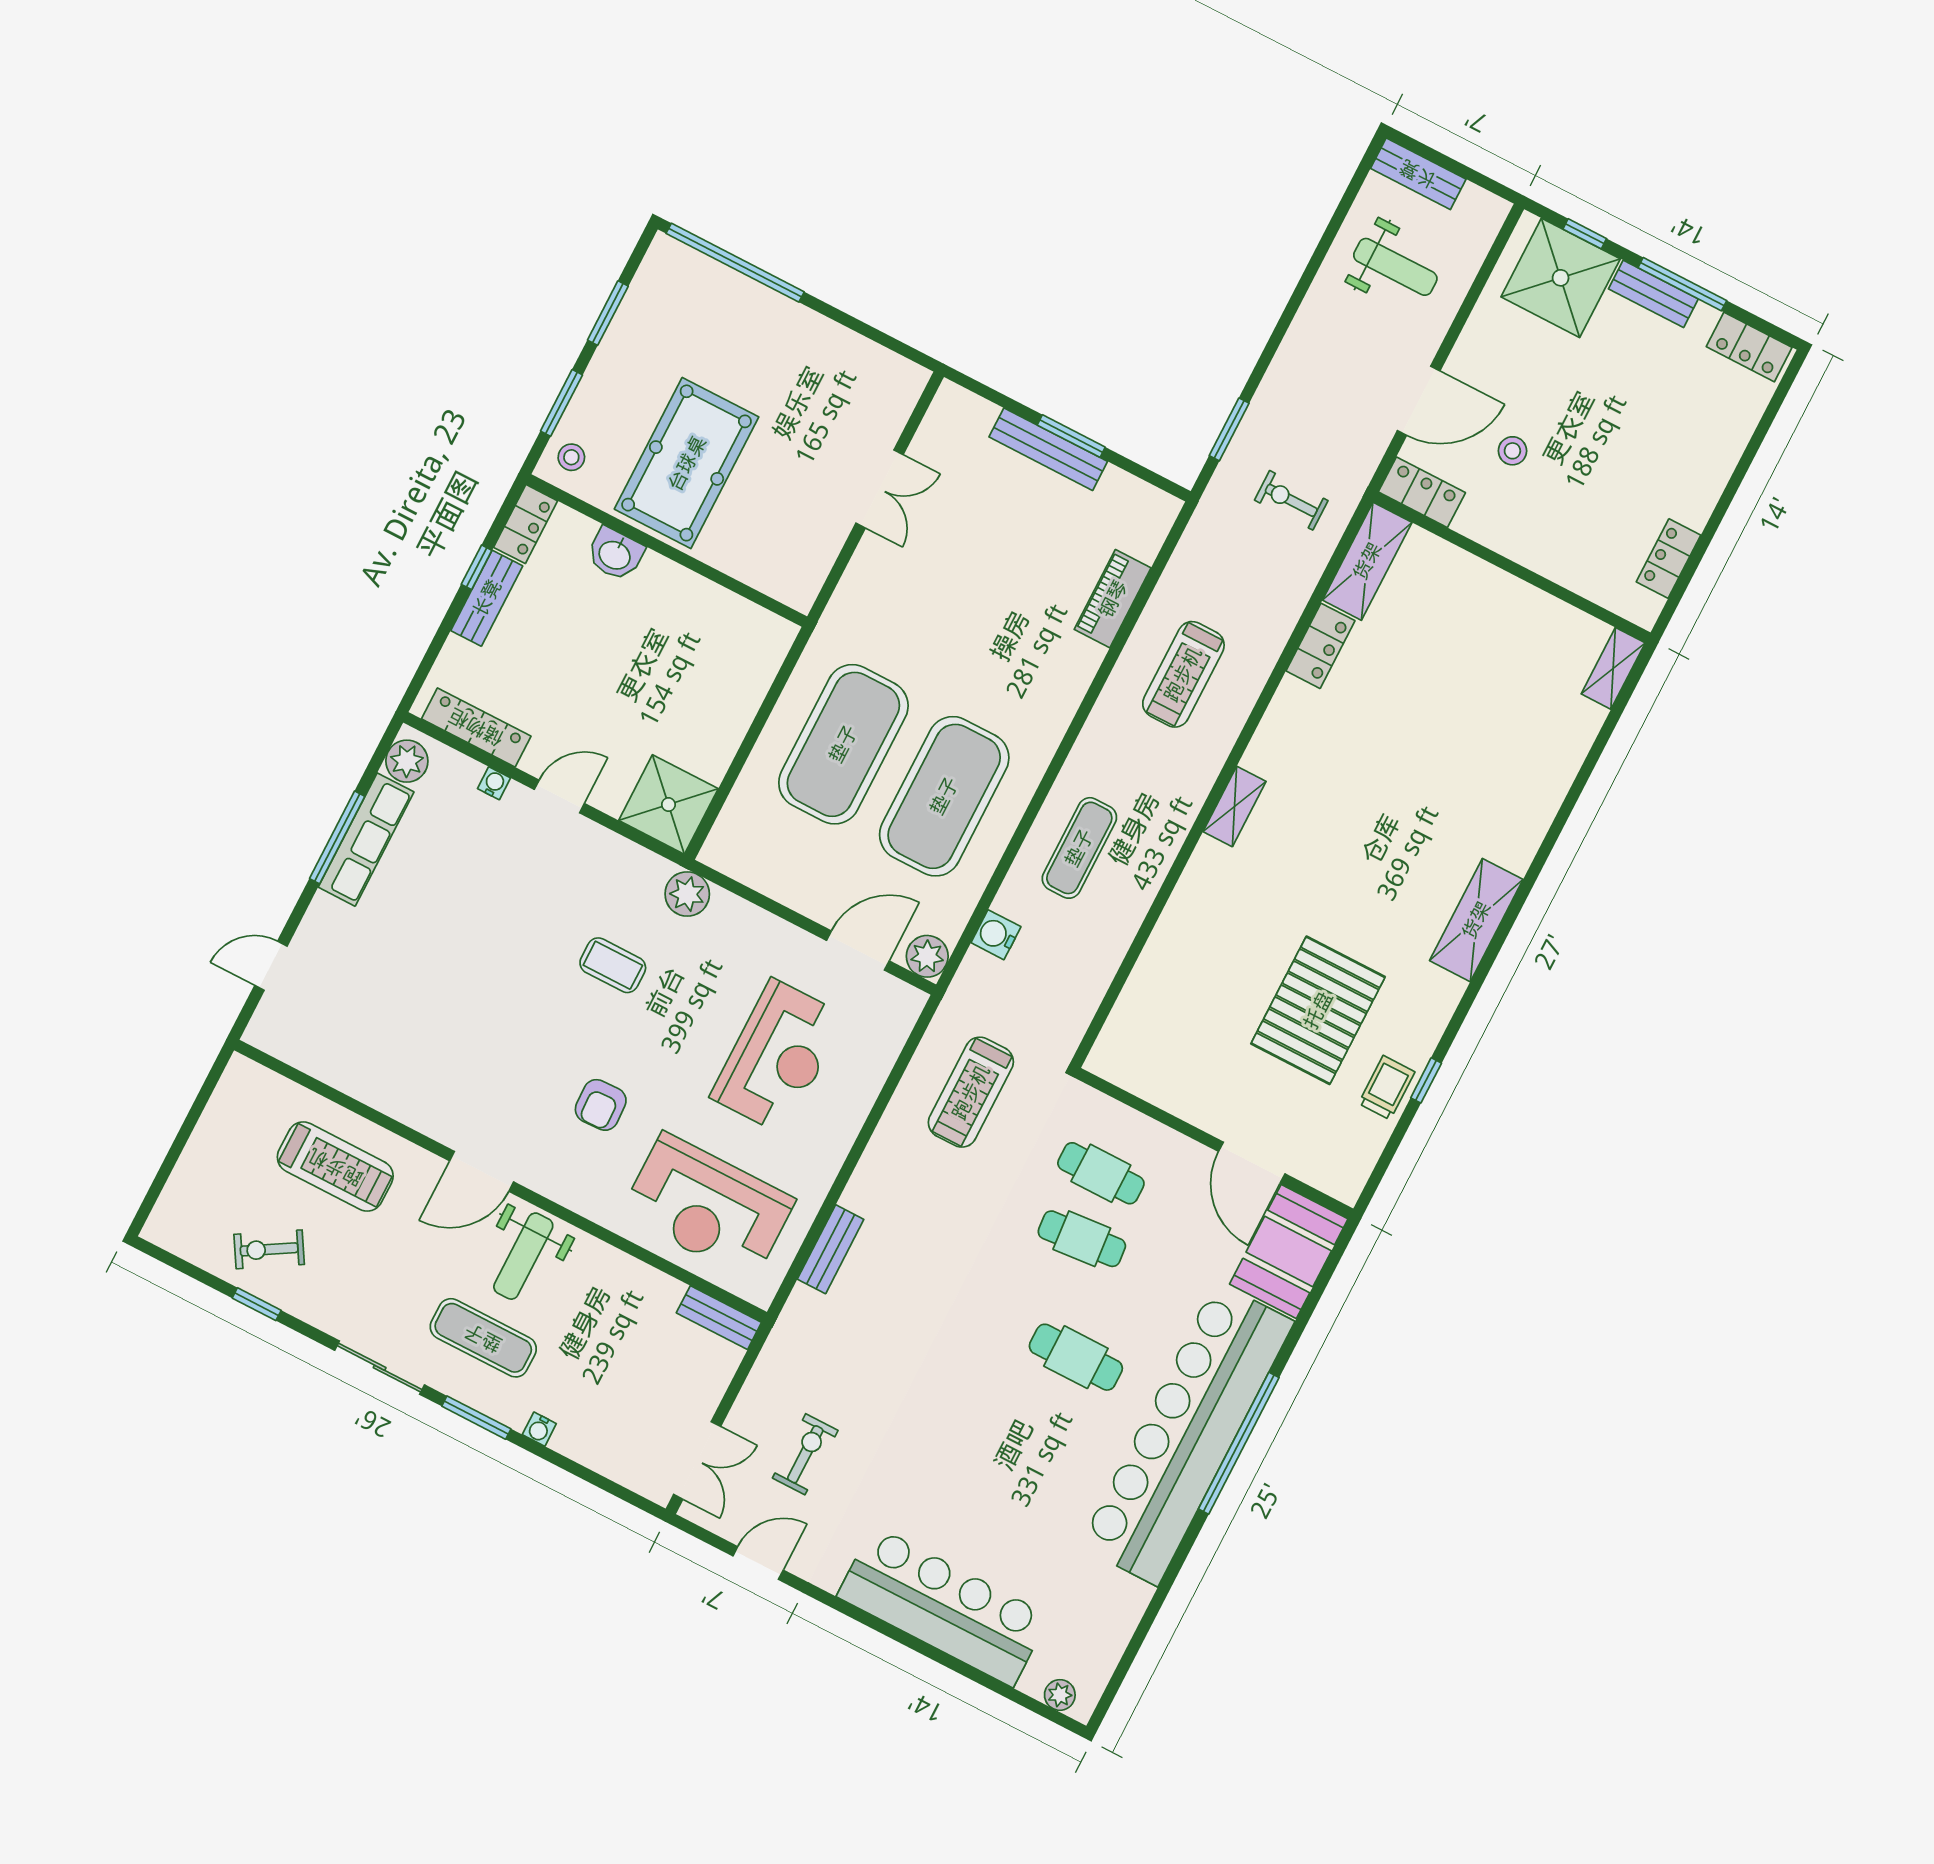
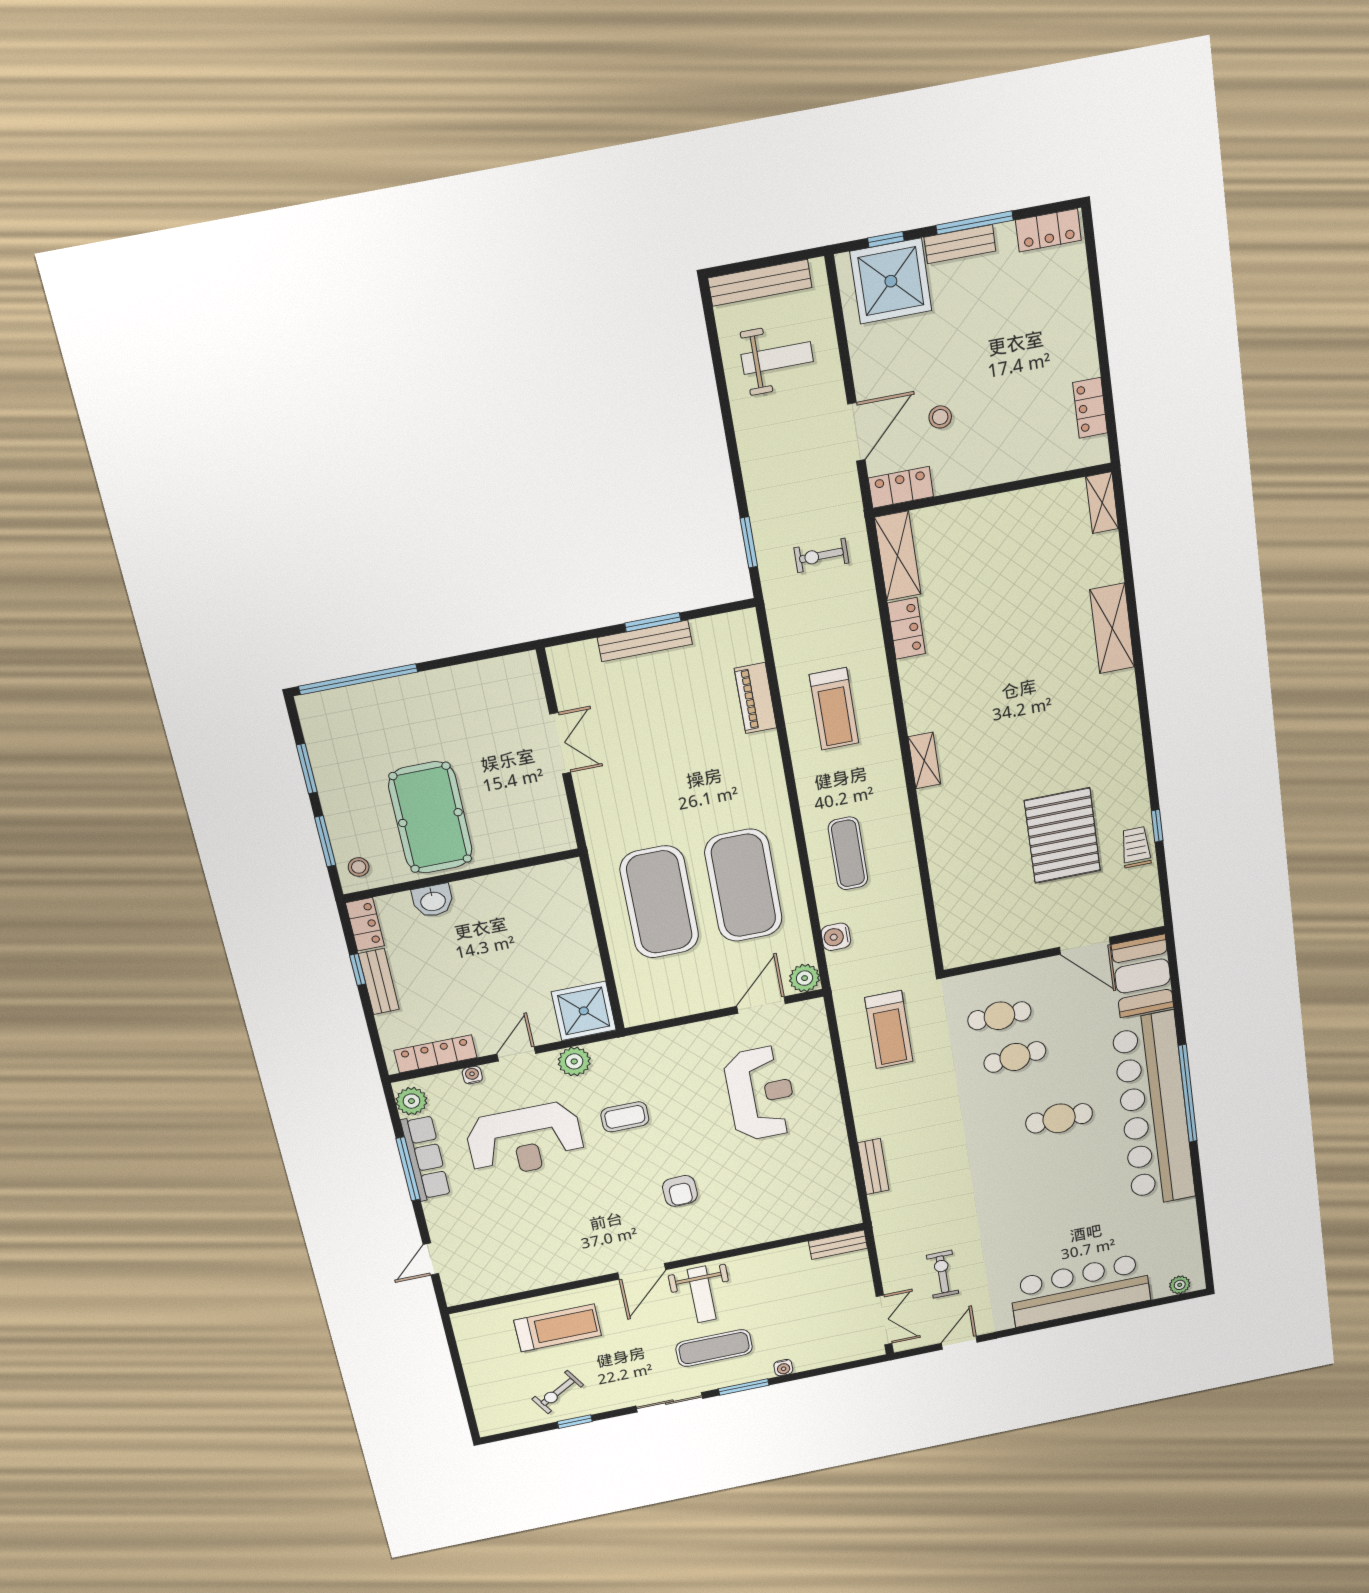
bench: (1418, 174) -> (760, 283), width x1.36
plant: (687, 894) -> (574, 1061), moved
shelving: (1476, 920) -> (1112, 629), moved
reception desk: (708, 1207) -> (525, 1140), moved

